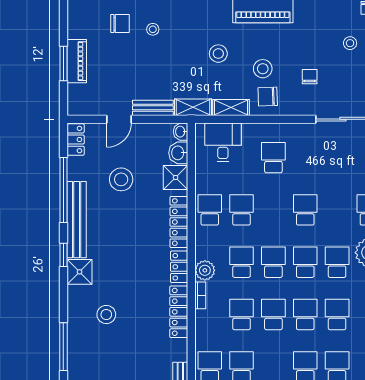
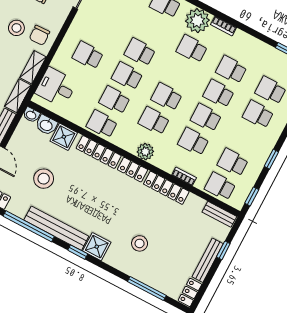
school desk: (305, 262) -> (127, 76), moved
bookcase: (200, 295) -> (184, 176), moved

